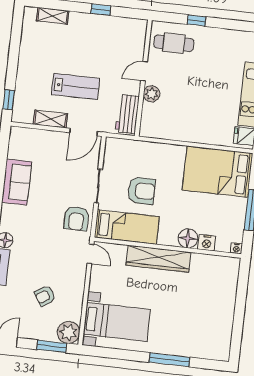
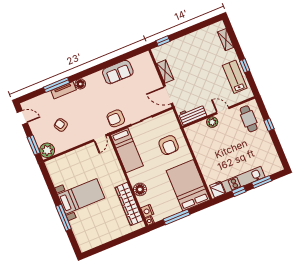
lab bench: (76, 87) -> (235, 77), moved, turned 180
armchair: (141, 191) -> (169, 145), moved
nightstand: (207, 243) -> (147, 211), moved
wardrobe: (158, 259) -> (129, 204), moved
bed with nightstands: (117, 322) -> (81, 196), moved, turned -90

